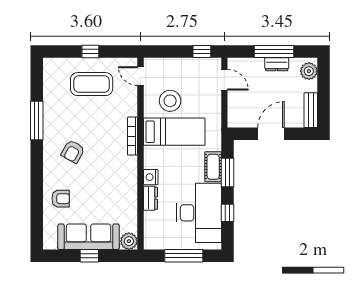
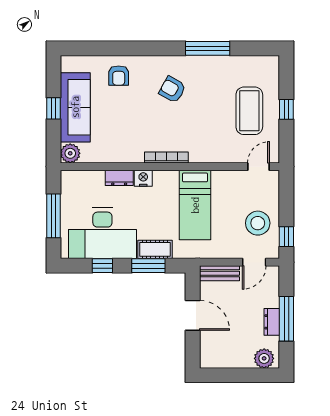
stool: (170, 101) -> (258, 223), moved
bench: (311, 110) -> (219, 273), moved
bookcase: (133, 136) -> (166, 158), moved

